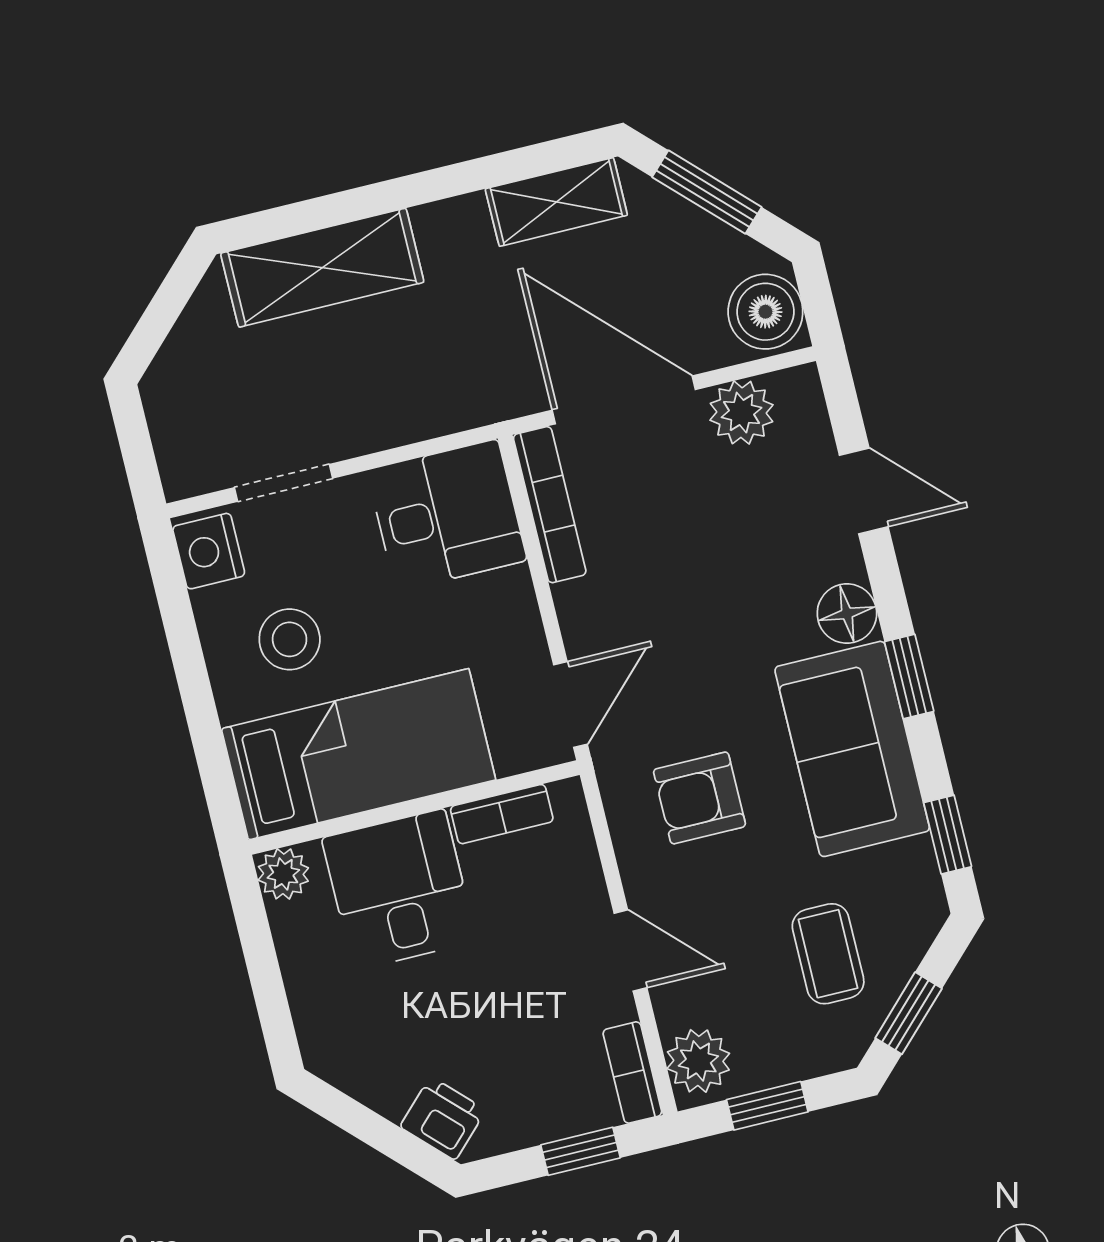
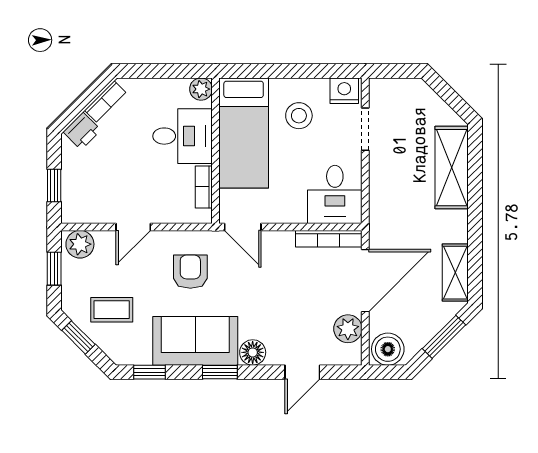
bookcase: (632, 1073) -> (105, 101), moved, turned 135

